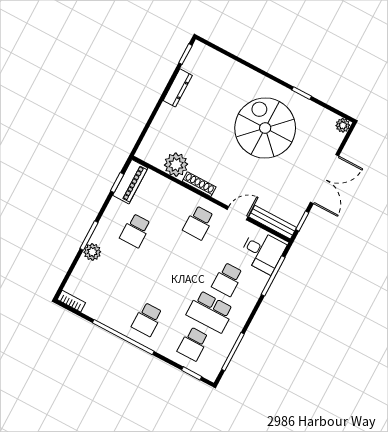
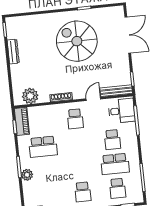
plant: (343, 125) -> (119, 11), removed
plant: (176, 165) -> (30, 96), moved
double door: (325, 179) -> (128, 35), moved
school desk: (135, 231) -> (43, 147), width x1.85

